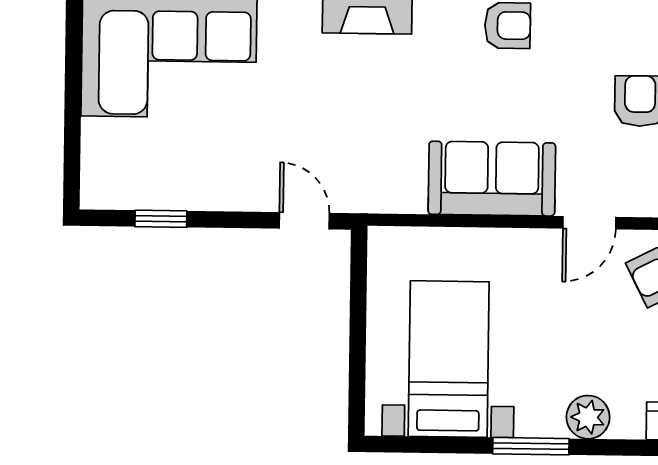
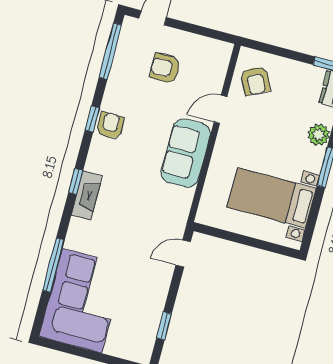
door: (589, 223) -> (220, 109), swing flipped

